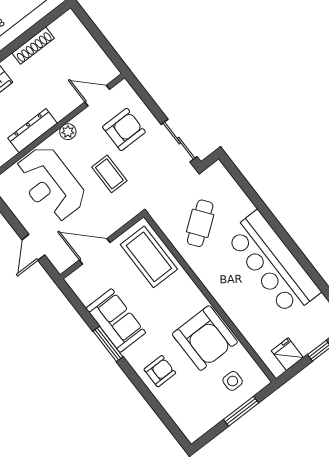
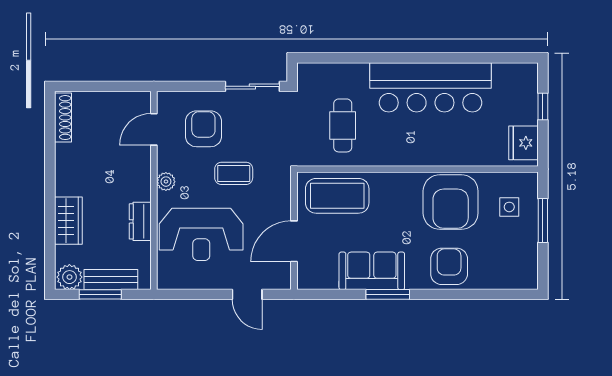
shoe rack: (33, 46) -> (63, 118), moved
dresser: (33, 131) -> (140, 221), width x0.70
cafe table: (200, 223) -> (343, 125), turned 37
armchair: (205, 338) -> (451, 202), turned 90
fridge: (287, 354) -> (523, 143), width x1.38
armchair: (160, 371) -> (449, 266), width x1.38, depth x1.38

